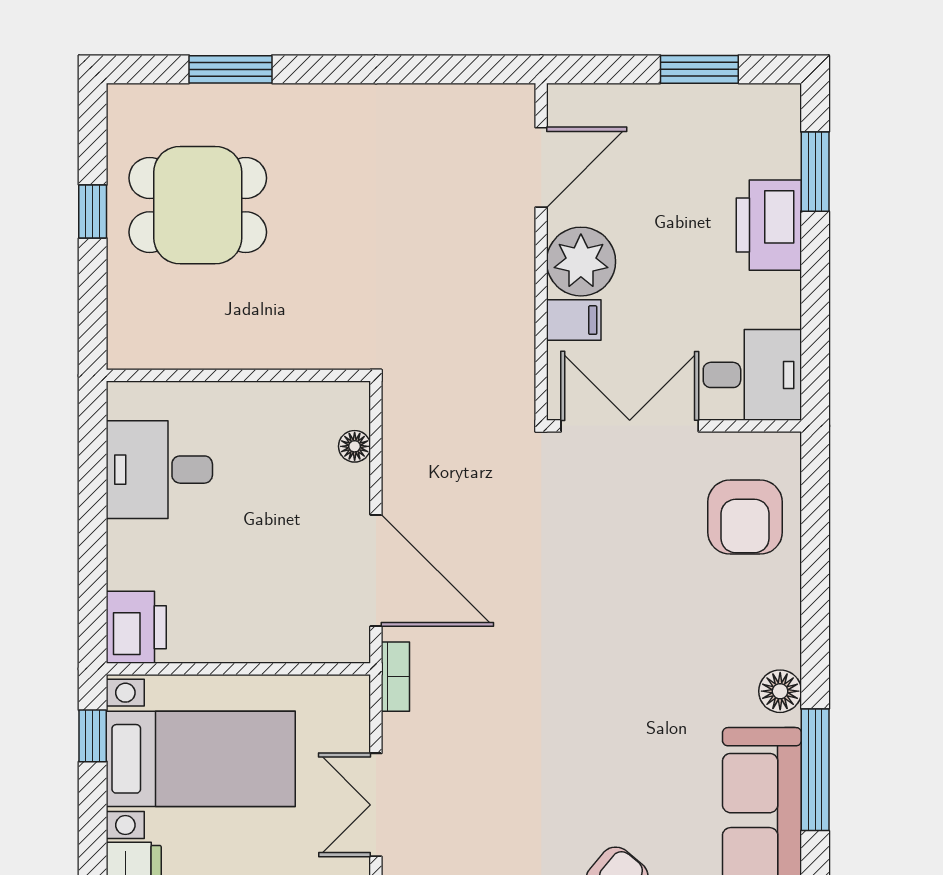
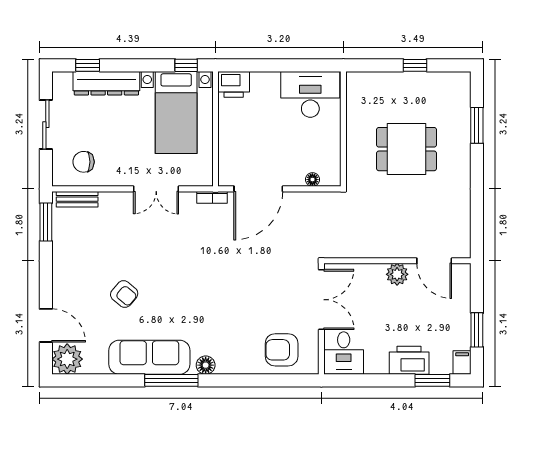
dining table: (198, 205) -> (407, 149), moved, turned 90
plant: (581, 262) -> (397, 274), width x0.73, depth x0.73
filing cabinet: (574, 320) -> (462, 363), moved, turned 180
desk: (159, 470) -> (310, 94), width x1.37
double door: (376, 805) -> (156, 189), swing flipped

